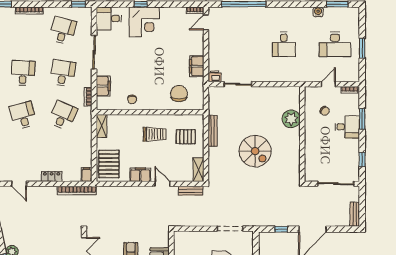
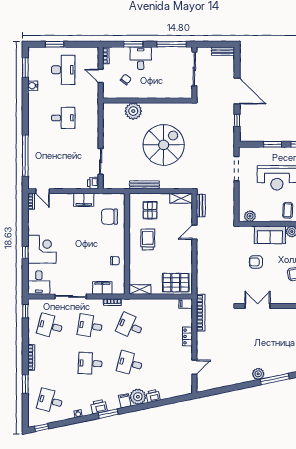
window: (362, 48) -> (55, 44), moved
desk: (23, 115) -> (130, 363), turned 30
spiral stairs: (255, 151) -> (164, 145), width x1.37, depth x1.37
window: (362, 160) -> (172, 44), width x2.17
filing cabinet: (140, 175) -> (186, 253), removed
plant: (179, 243) -> (250, 216), added

